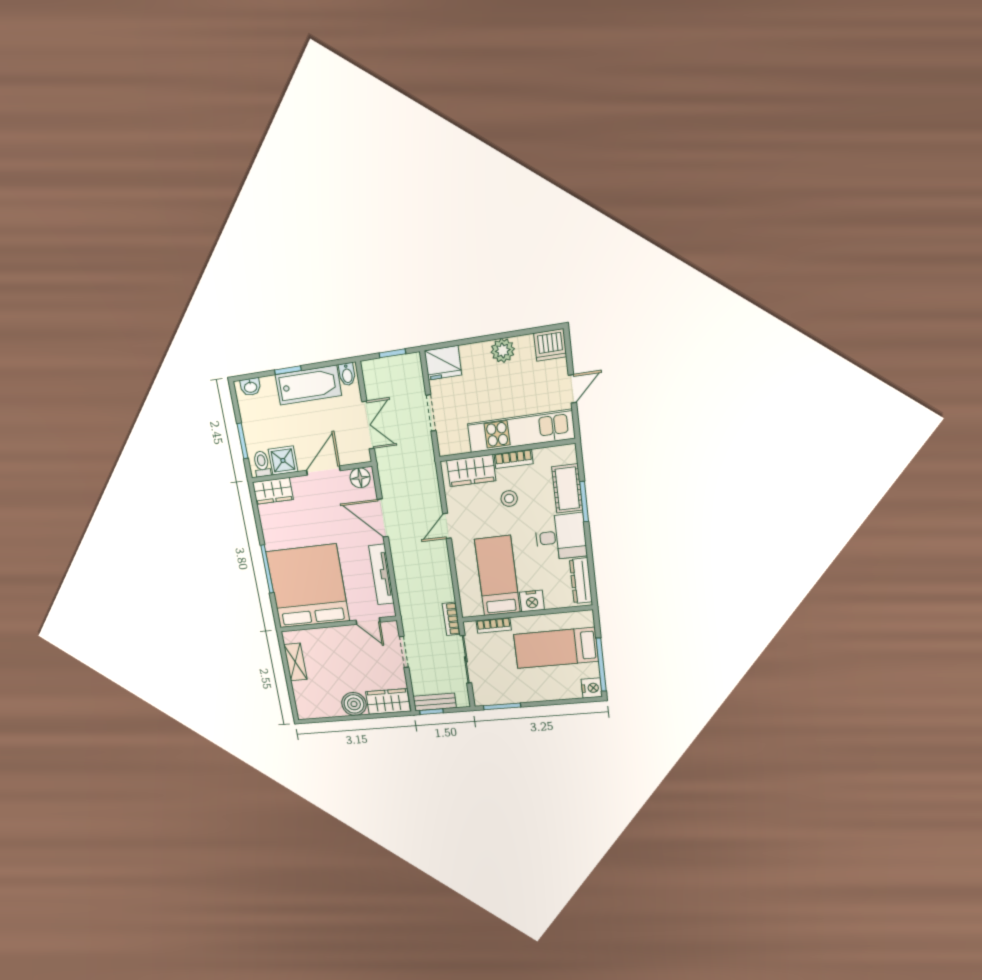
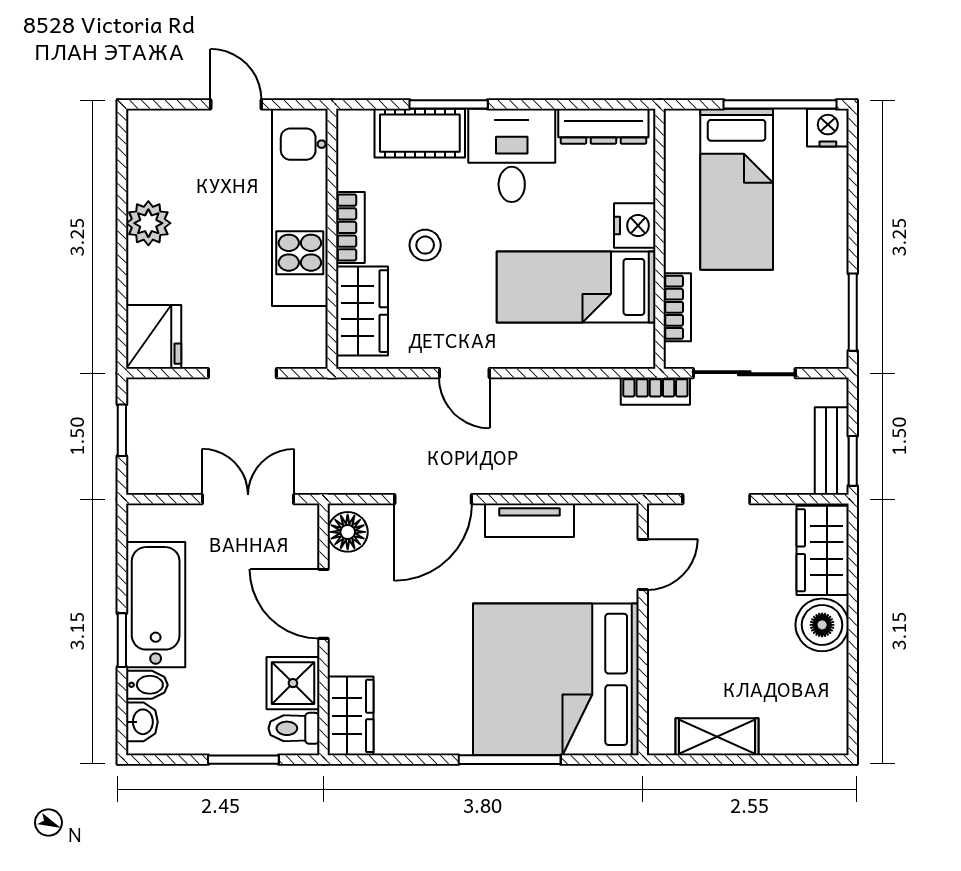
dishwasher: (550, 345) -> (152, 136), removed
bidet: (347, 374) -> (147, 685), moved
tv unit: (381, 574) -> (529, 520), width x0.71

